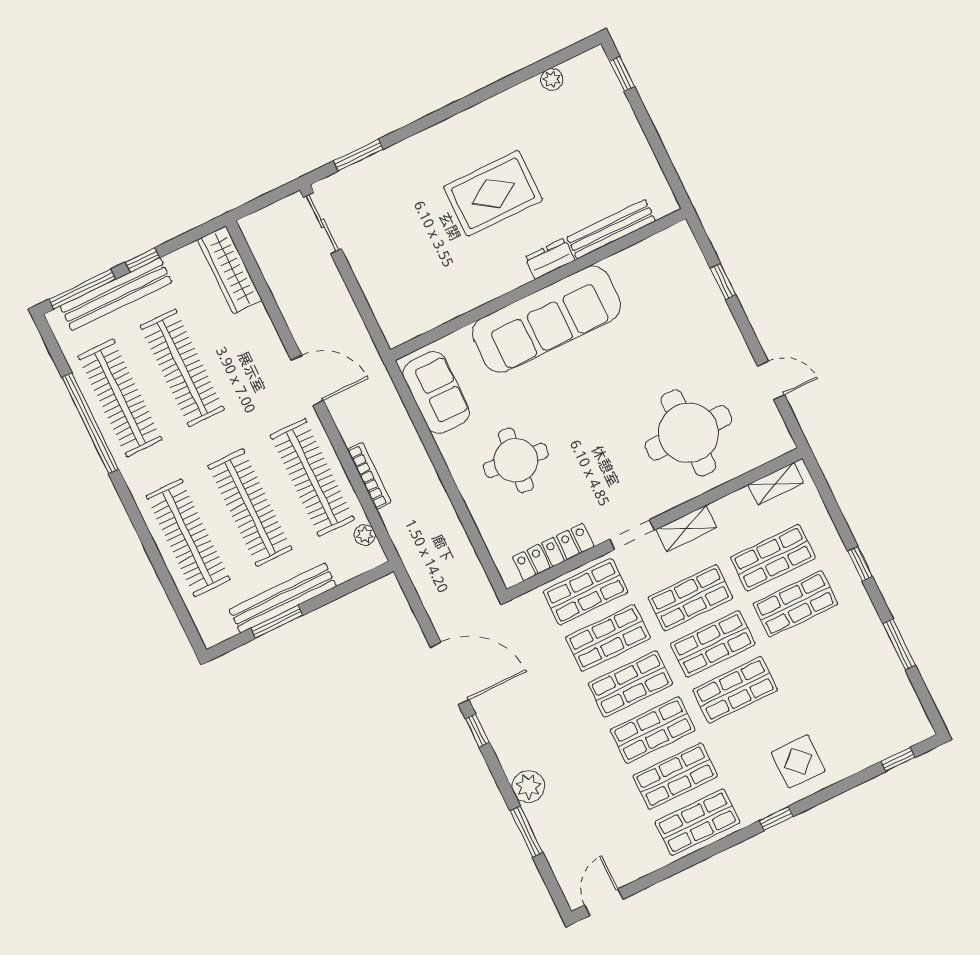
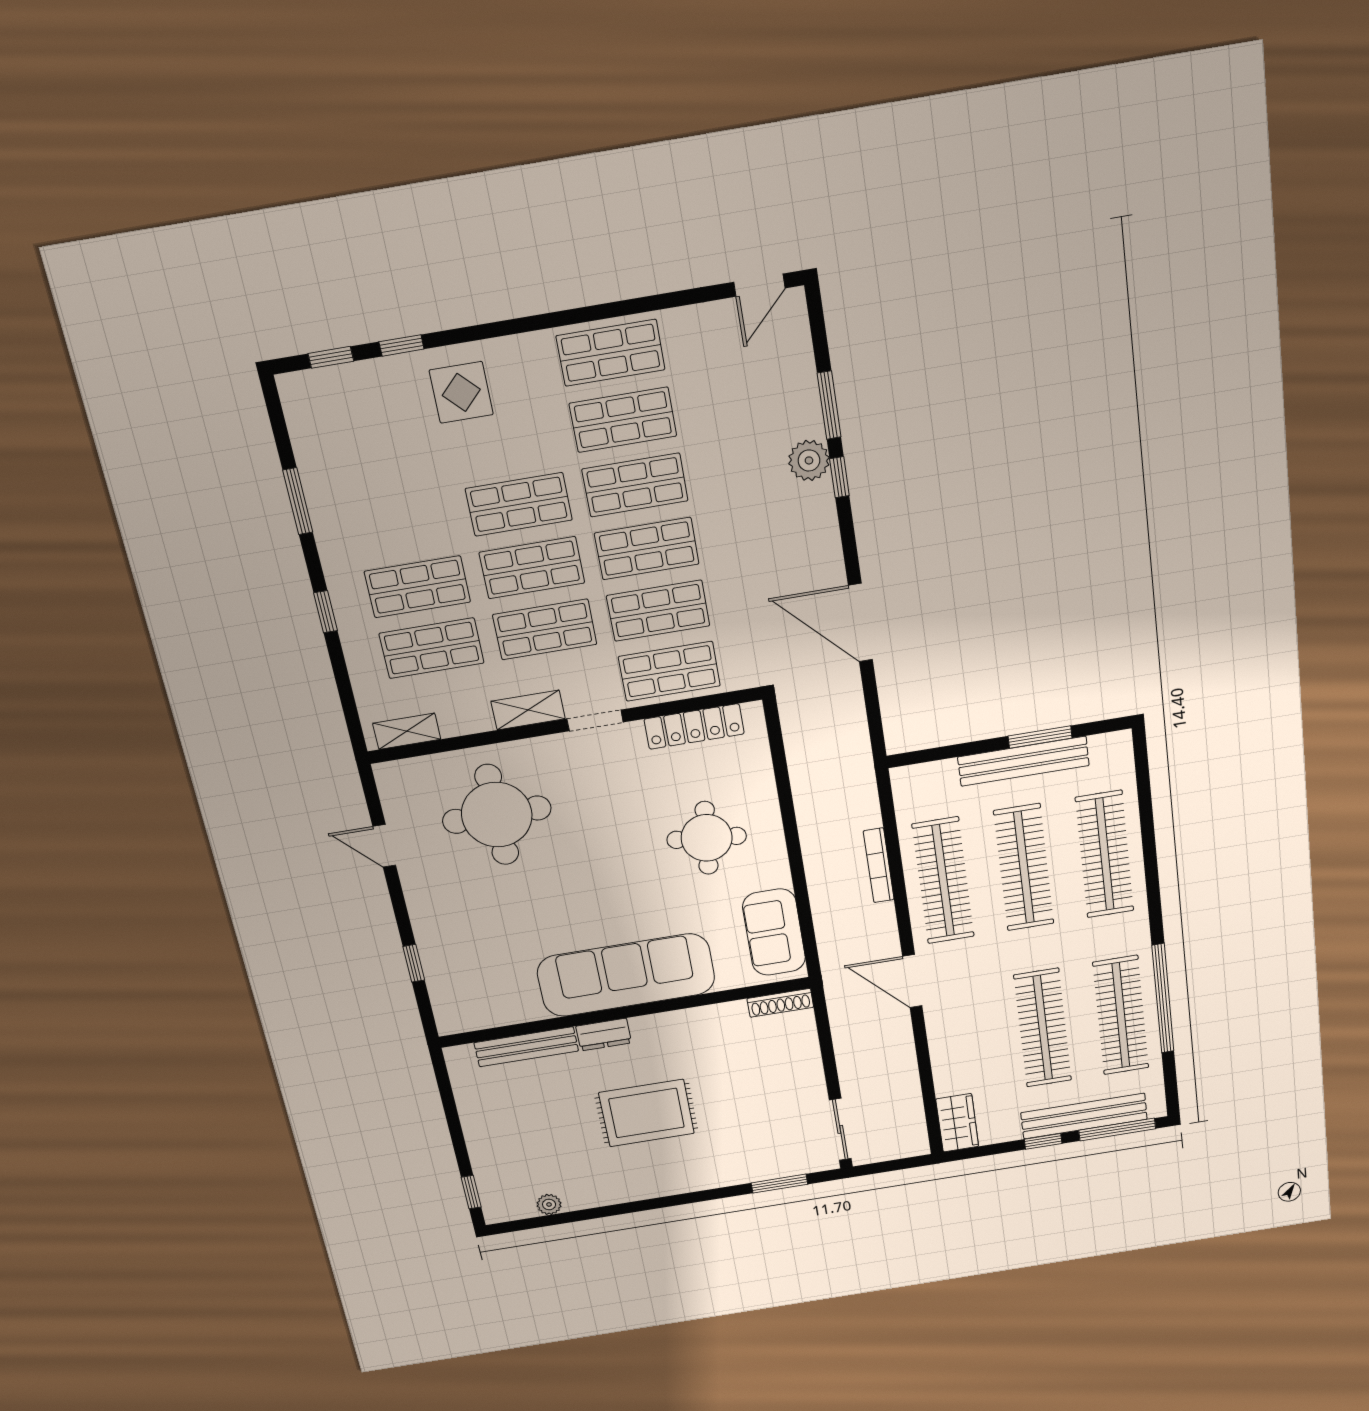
wardrobe: (230, 270) -> (957, 1123), width x0.67
shoe rack: (411, 329) -> (780, 1003), added
plant: (365, 535) -> (906, 804), removed
window: (477, 731) -> (839, 477), moved
window: (776, 818) -> (402, 345), moved

